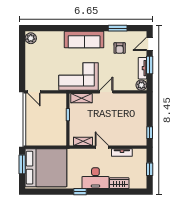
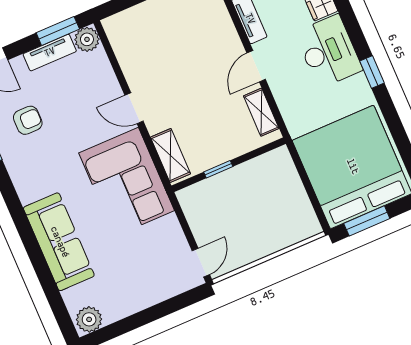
sofa: (84, 40) -> (59, 242), moved
window: (150, 65) -> (58, 31), moved

